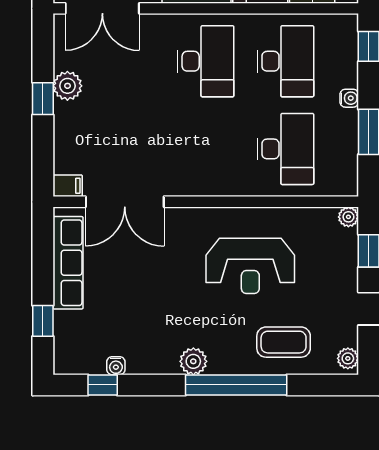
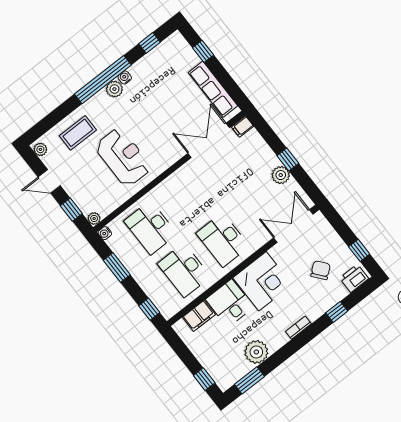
water cooler: (349, 98) -> (105, 233), moved
reception desk: (250, 266) -> (123, 157), turned 90
water cooler: (116, 366) -> (125, 78), moved
window: (236, 385) -> (103, 80), moved

